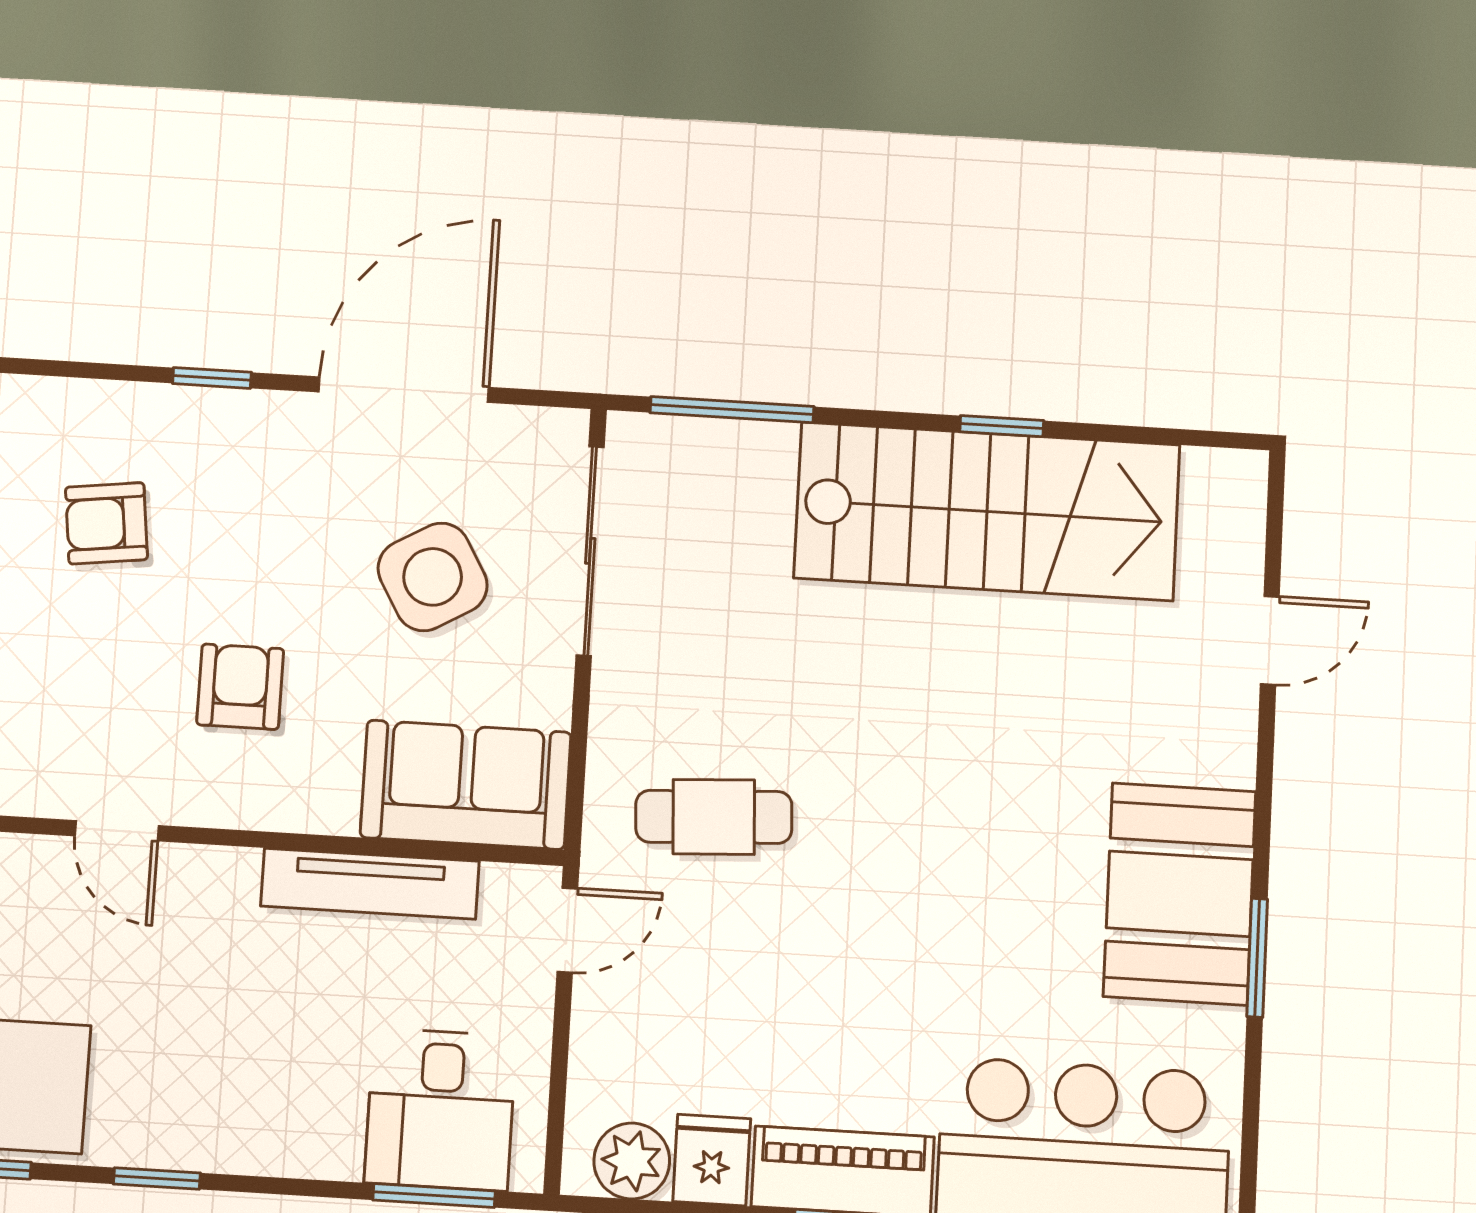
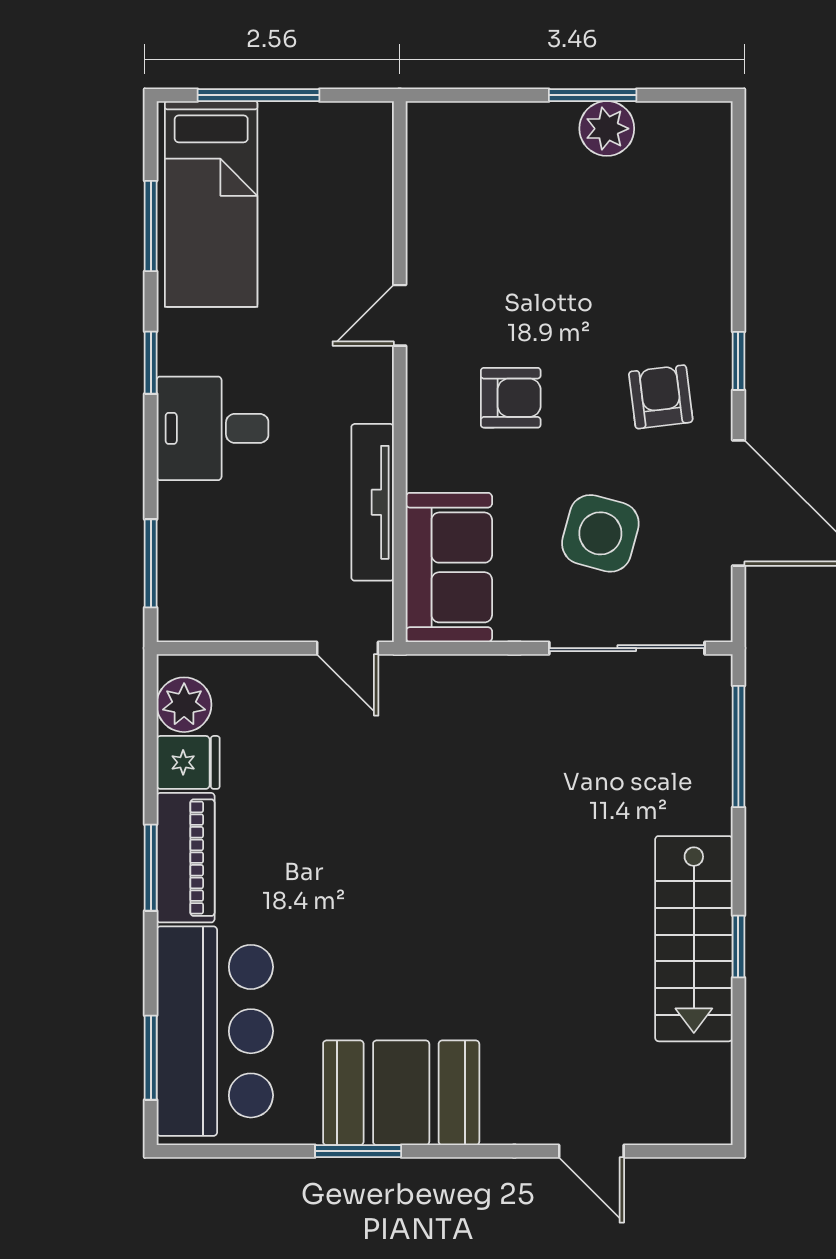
stairs: (987, 511) -> (694, 939), width x0.73, depth x0.66
armchair: (106, 523) -> (661, 397), moved
side table: (433, 577) -> (600, 533), turned 45
cafe table: (714, 817) -> (437, 750), removed
desk: (440, 1109) -> (213, 428), moved

